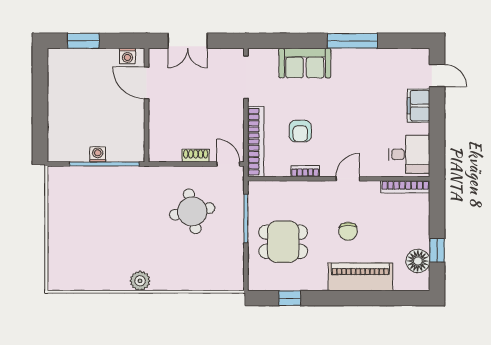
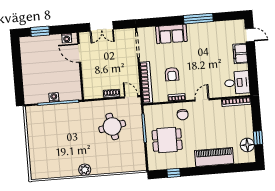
chair: (348, 231) -> (183, 115), moved

